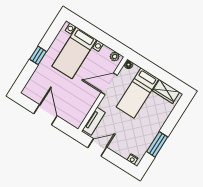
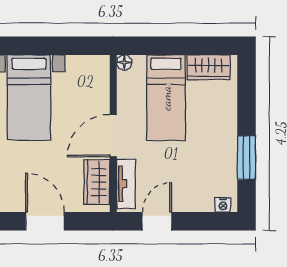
plant: (115, 57) -> (95, 63), removed
door: (109, 84) -> (113, 136), moved
wardrobe: (81, 112) -> (97, 182), added

